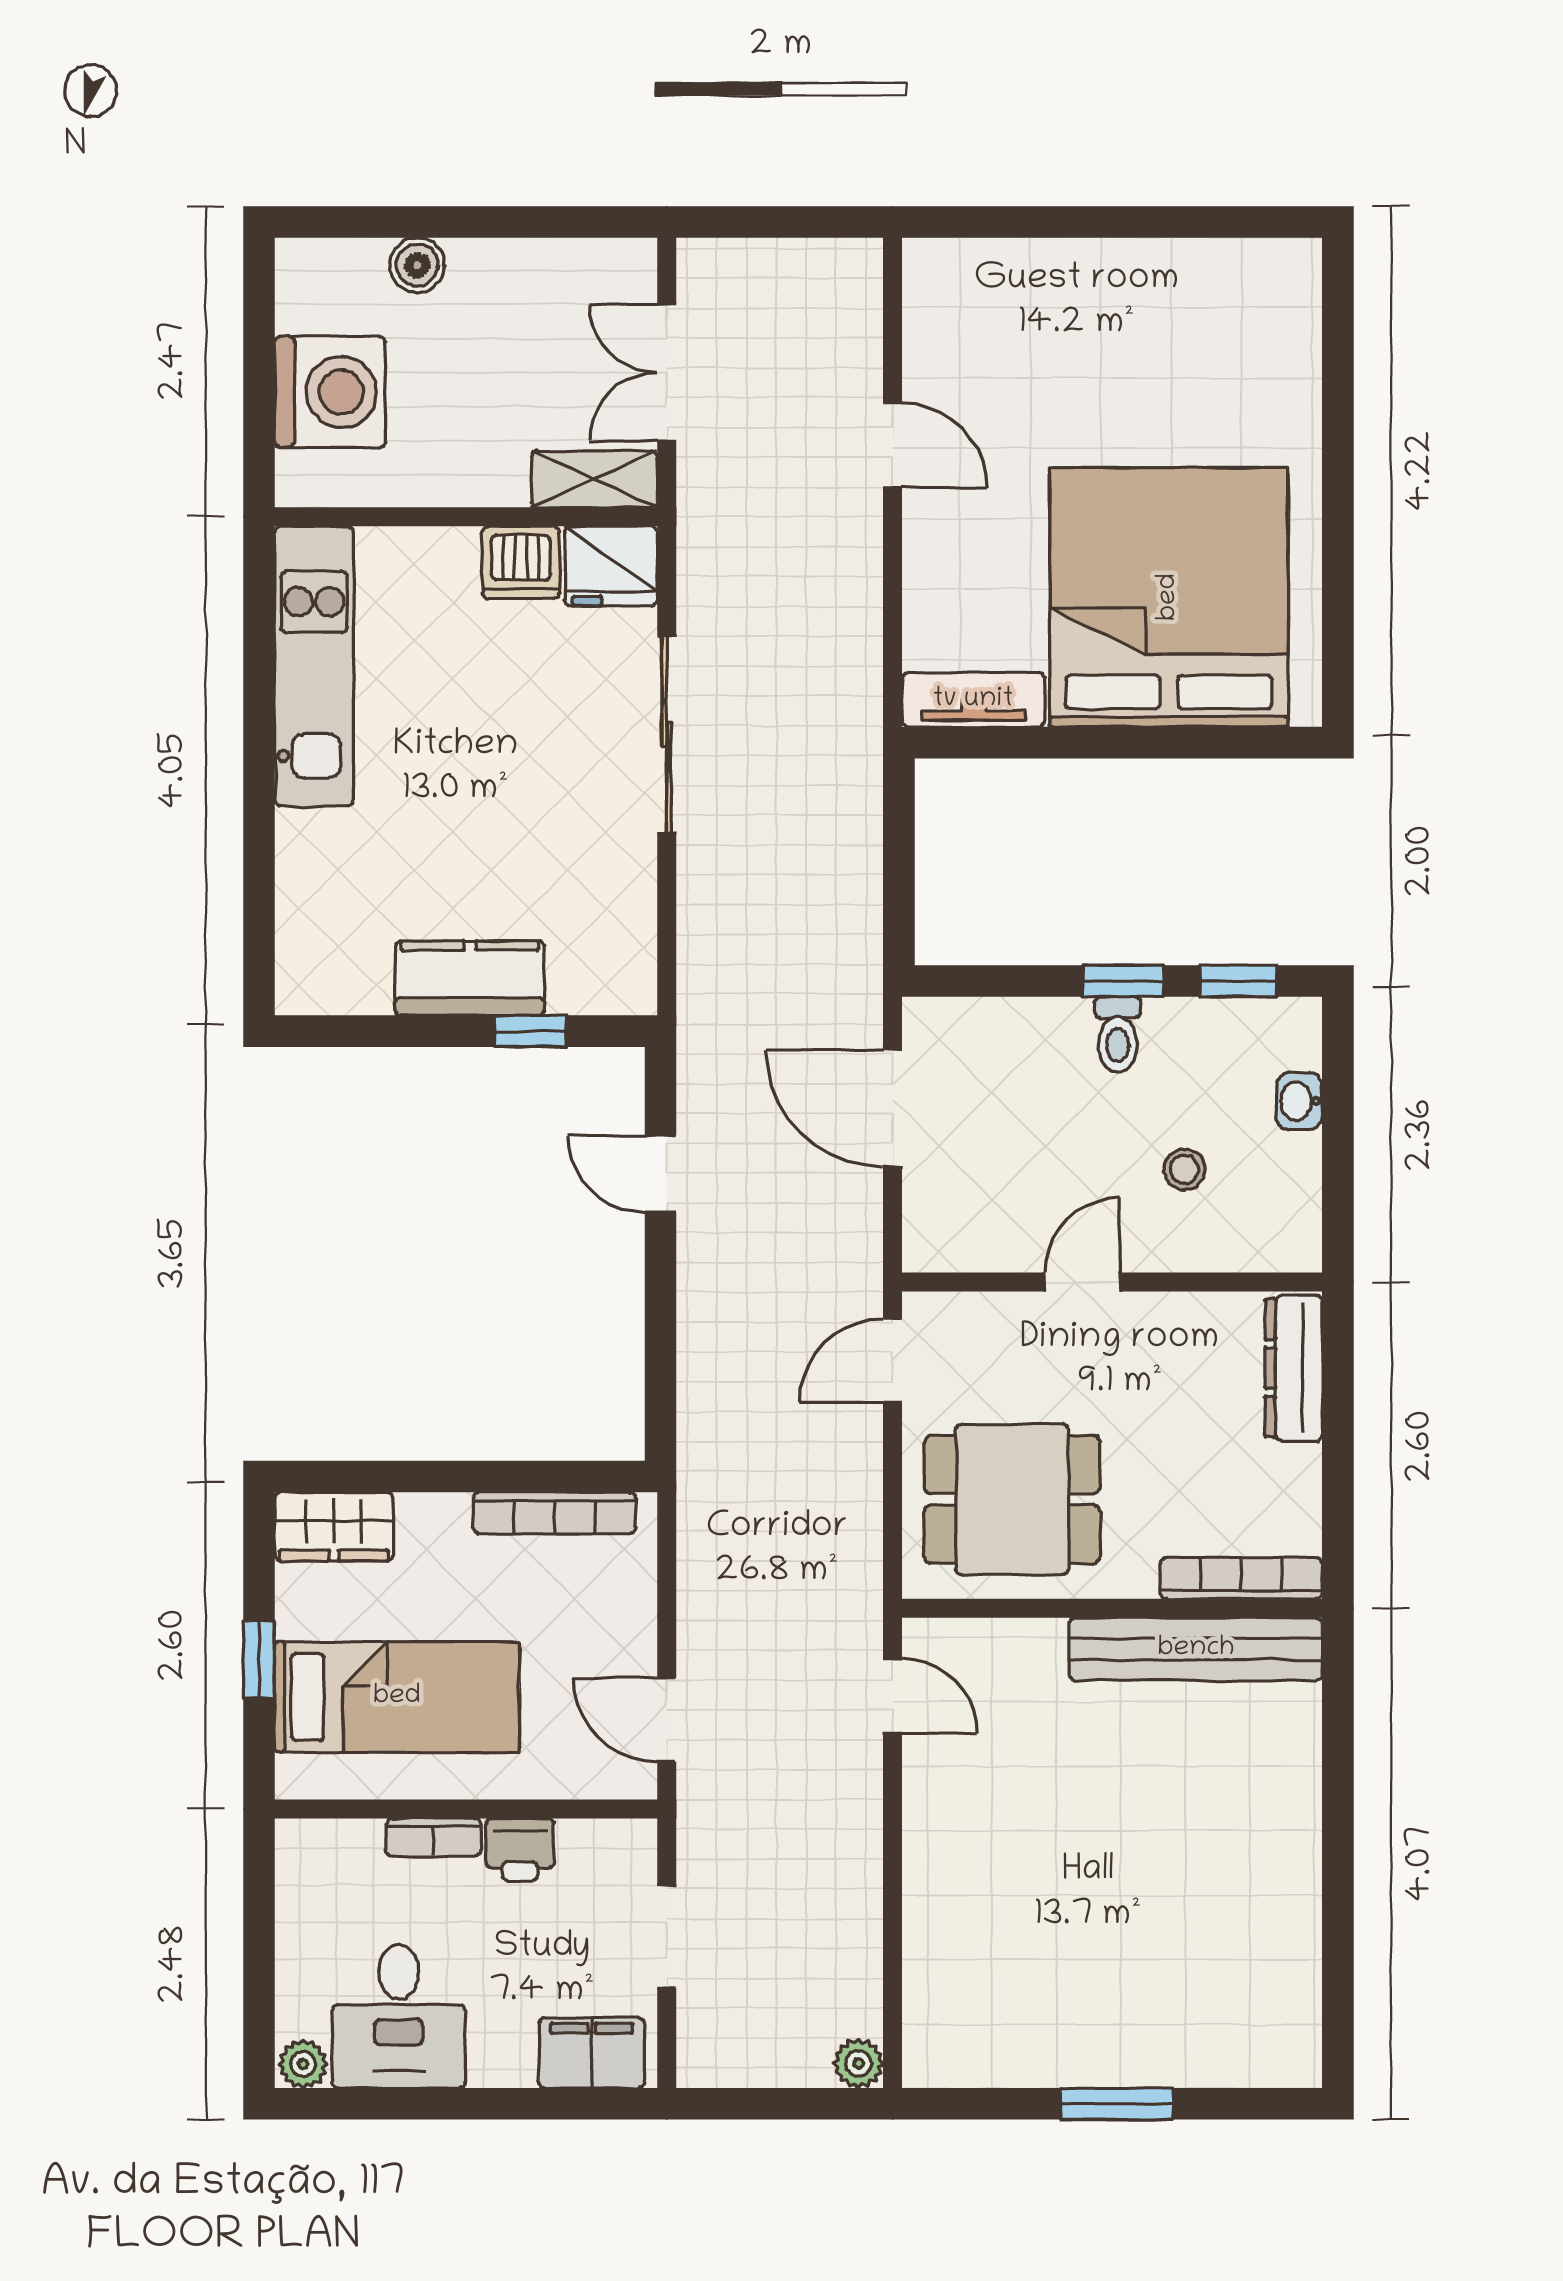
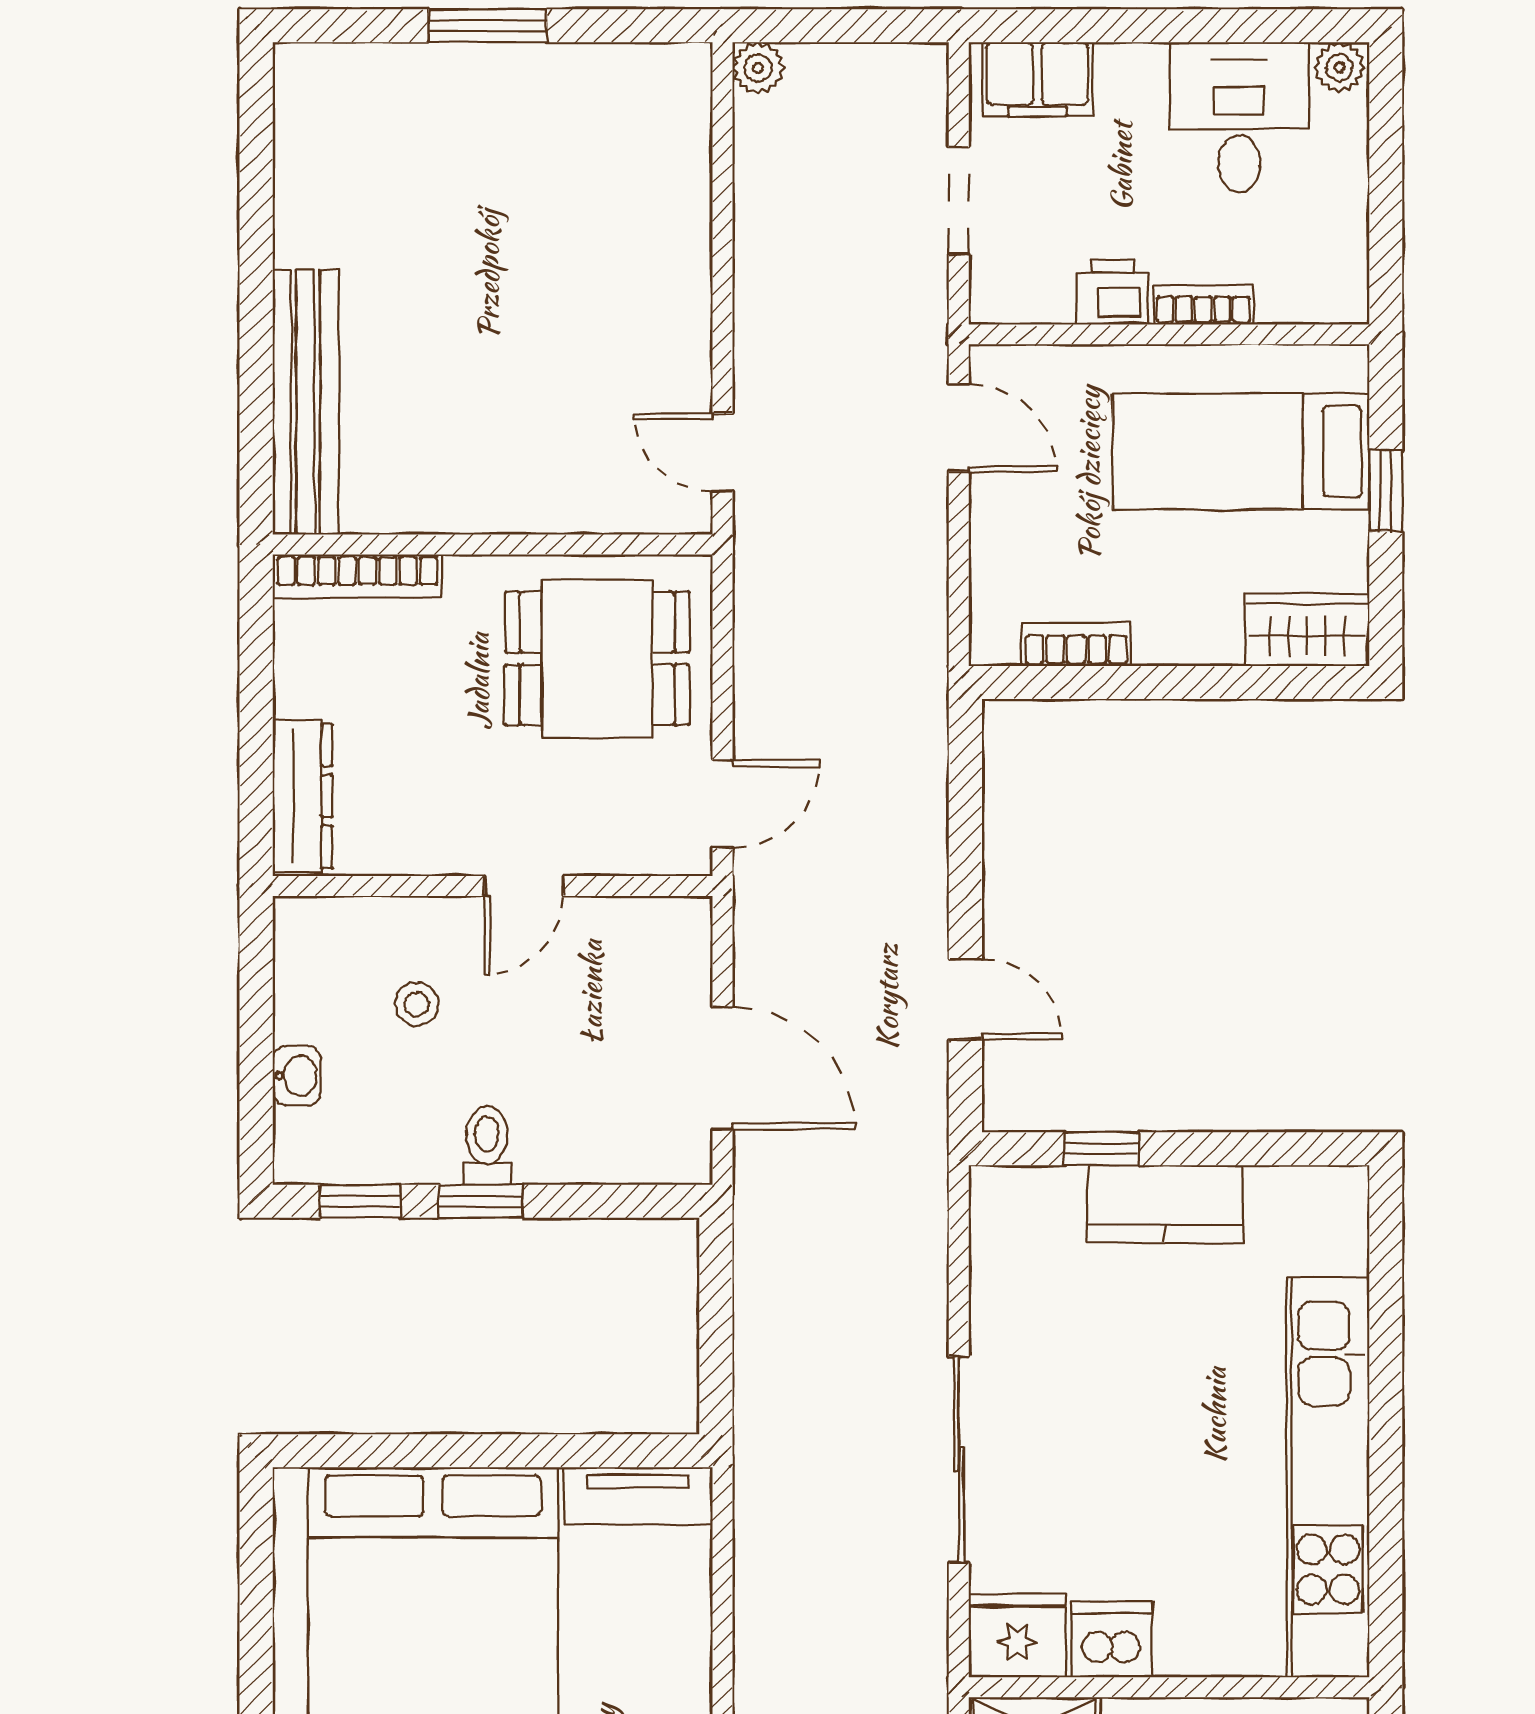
kitchen unit: (314, 666) -> (1328, 1478), width x1.36
bookcase: (555, 1513) -> (1076, 644), width x0.64
bench: (1196, 1649) -> (306, 402), moved, turned 90

